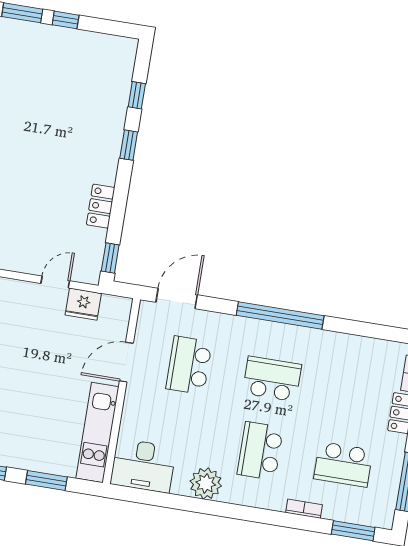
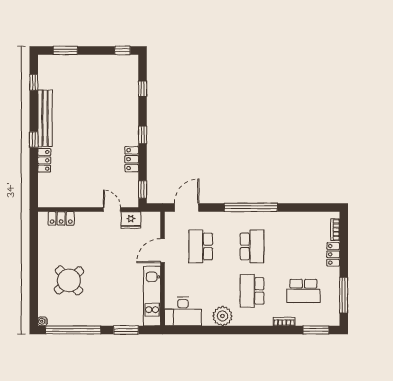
window: (66, 20) -> (123, 50), moved
window: (129, 145) -> (143, 135), moved
door: (55, 282) -> (112, 209), hinge flipped
school desk: (272, 379) -> (252, 246), turned 90

